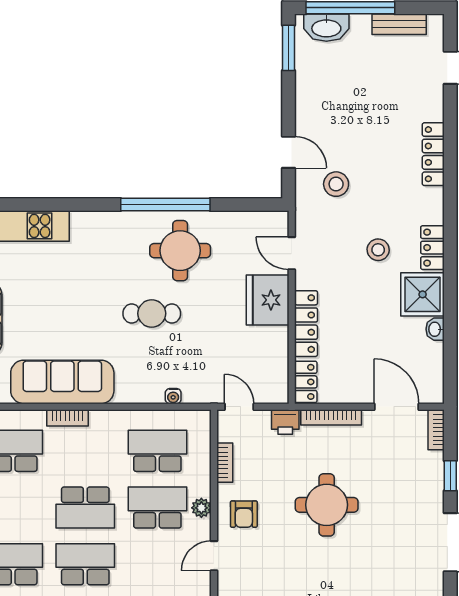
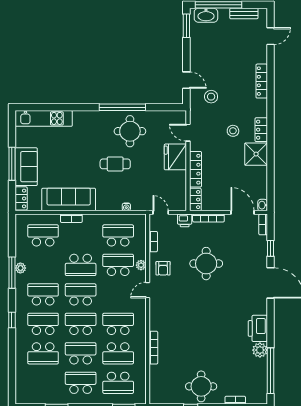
washbasin: (435, 329) -> (263, 205), moved

